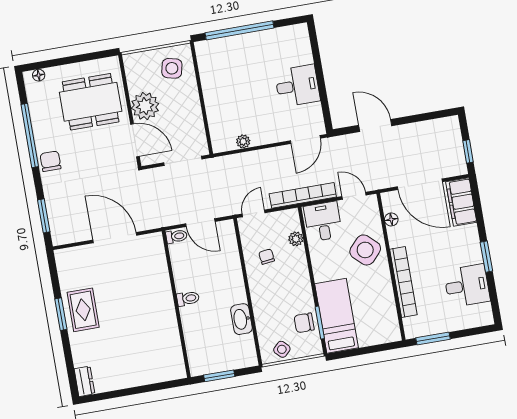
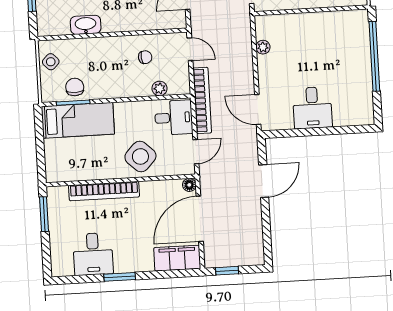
floor lamp: (391, 219) -> (189, 185), moved

